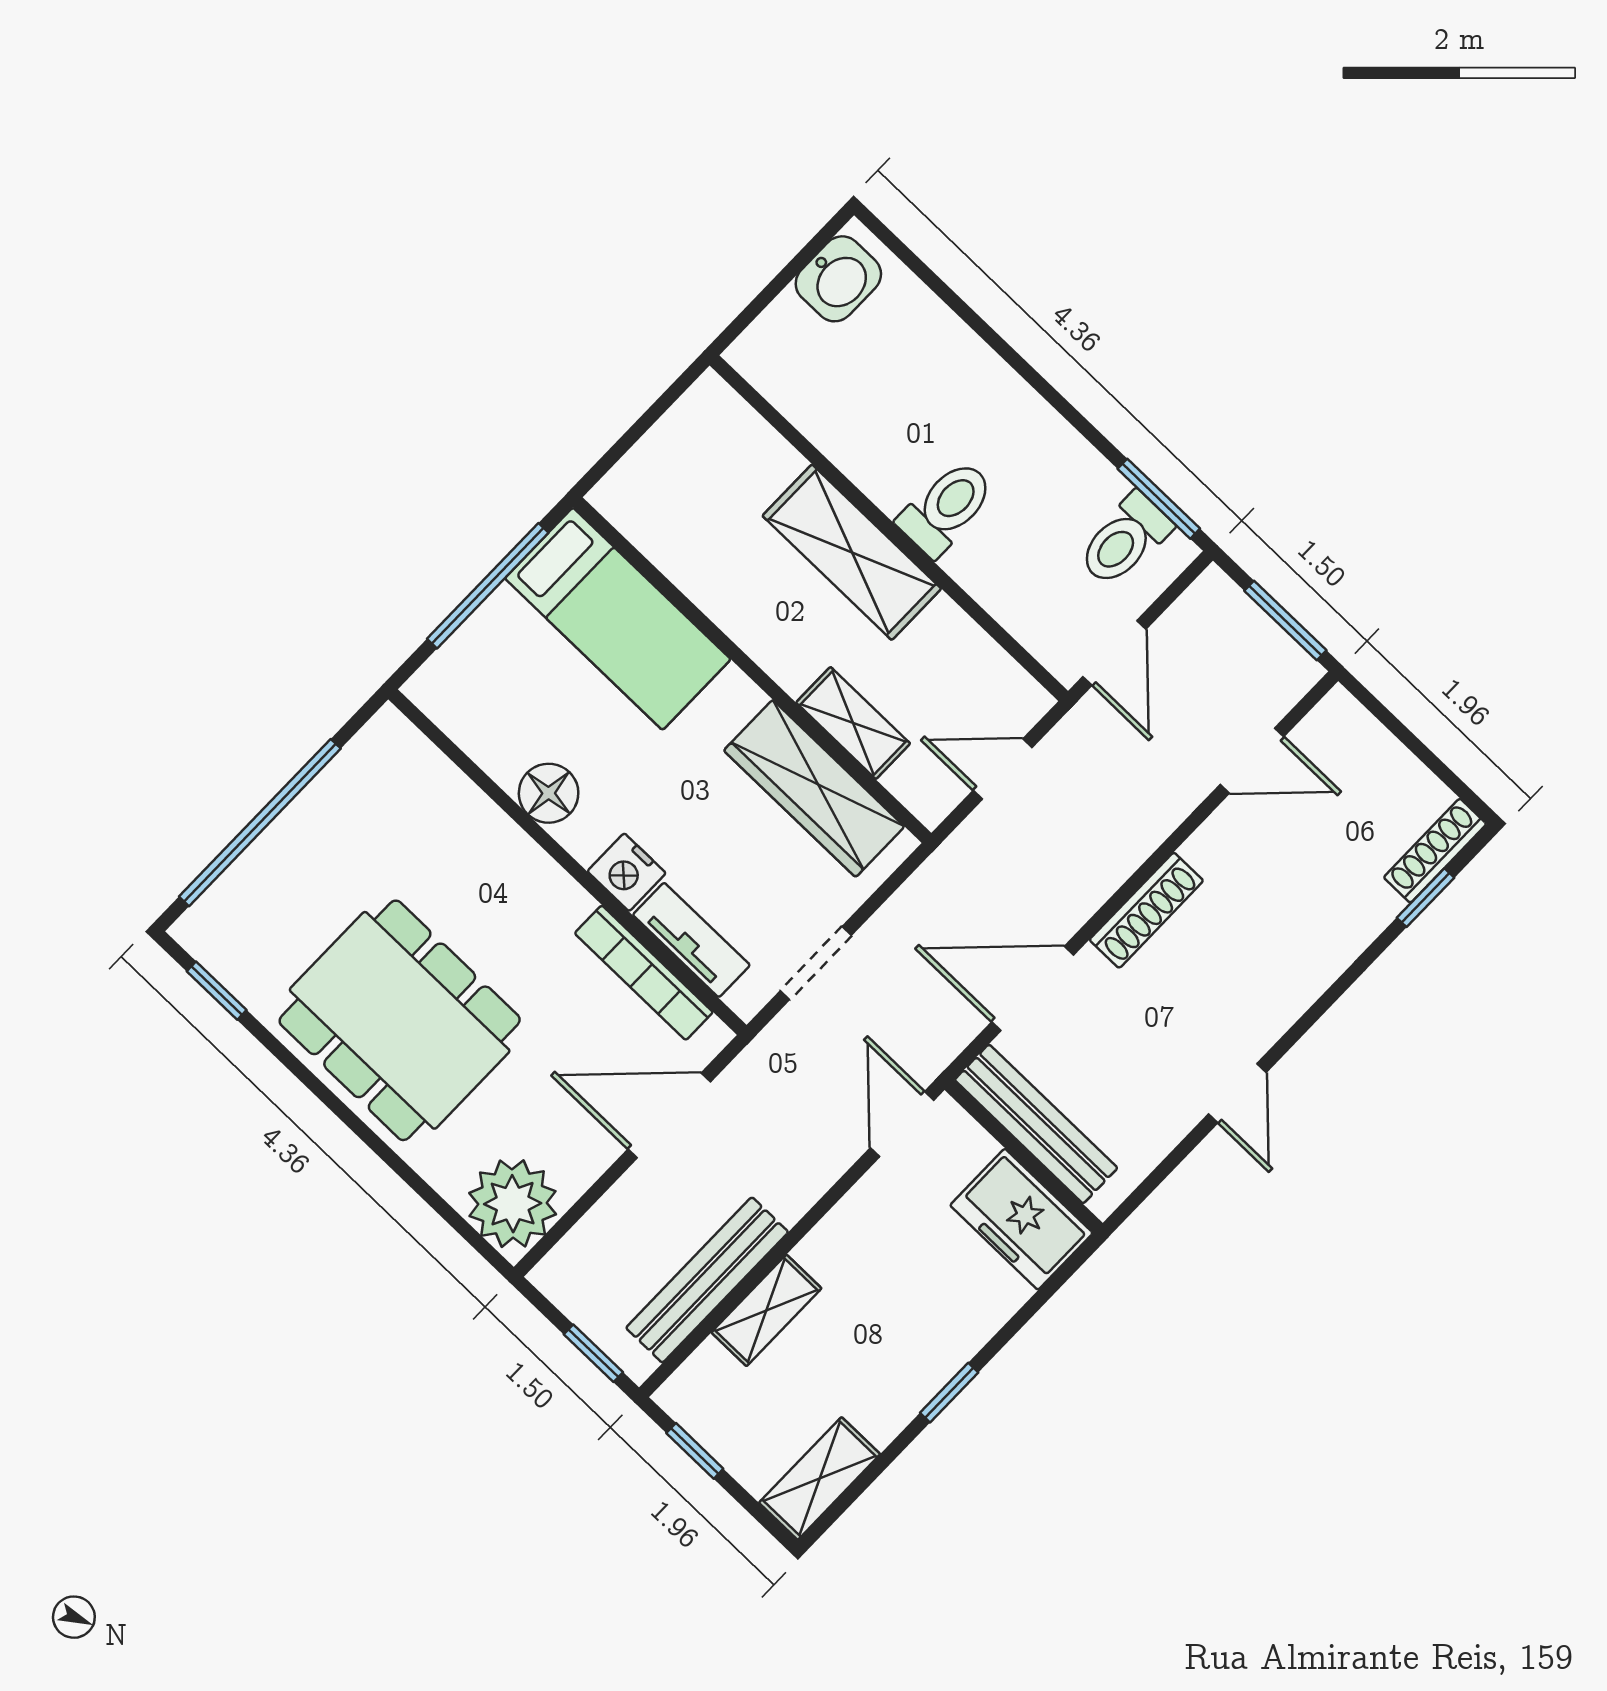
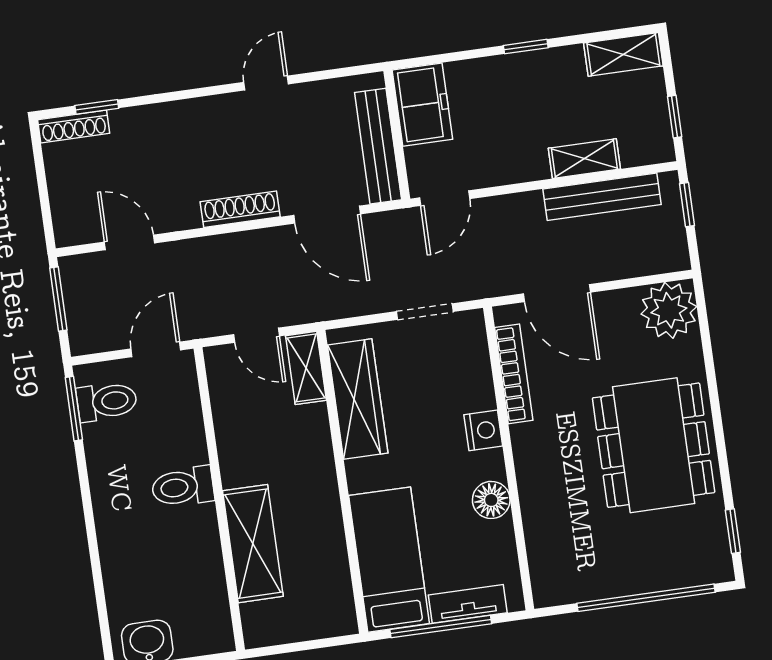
shelving: (852, 552) -> (253, 544), moved
shelving: (853, 723) -> (306, 368), moved
tv unit: (691, 940) -> (468, 604), moved, turned 90

